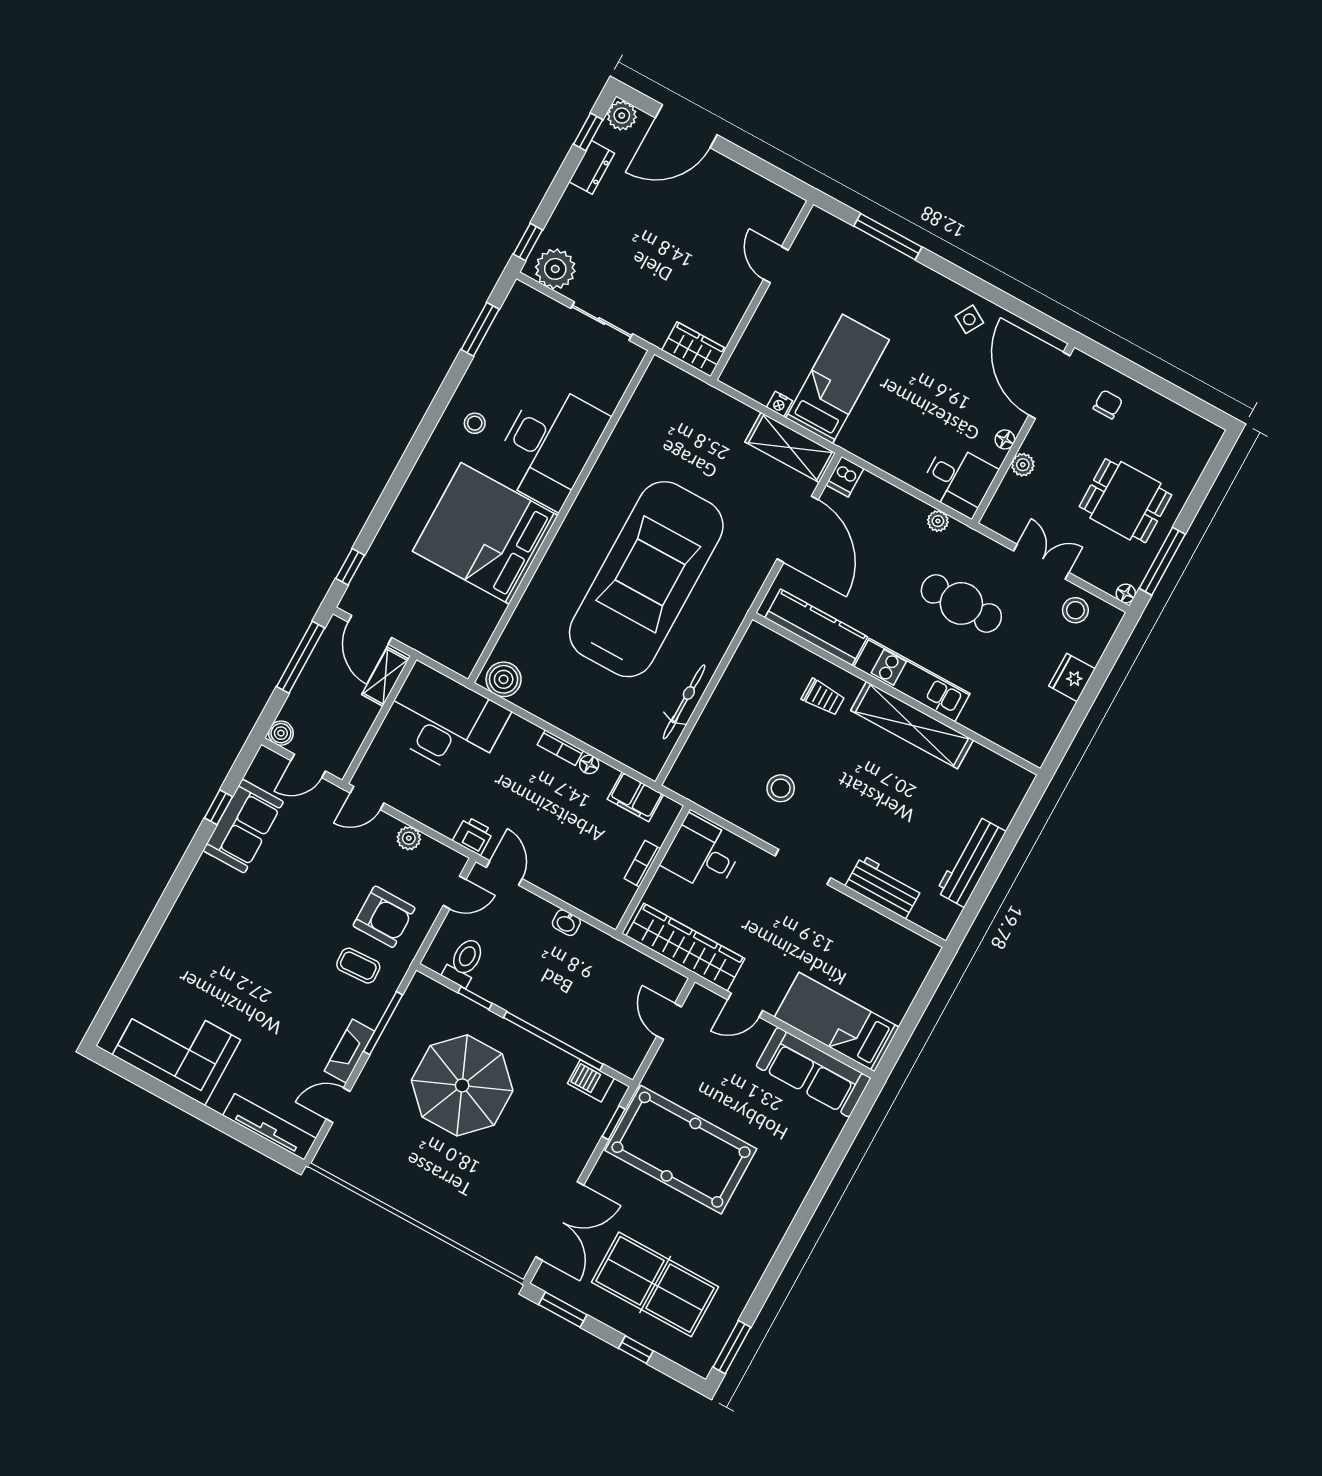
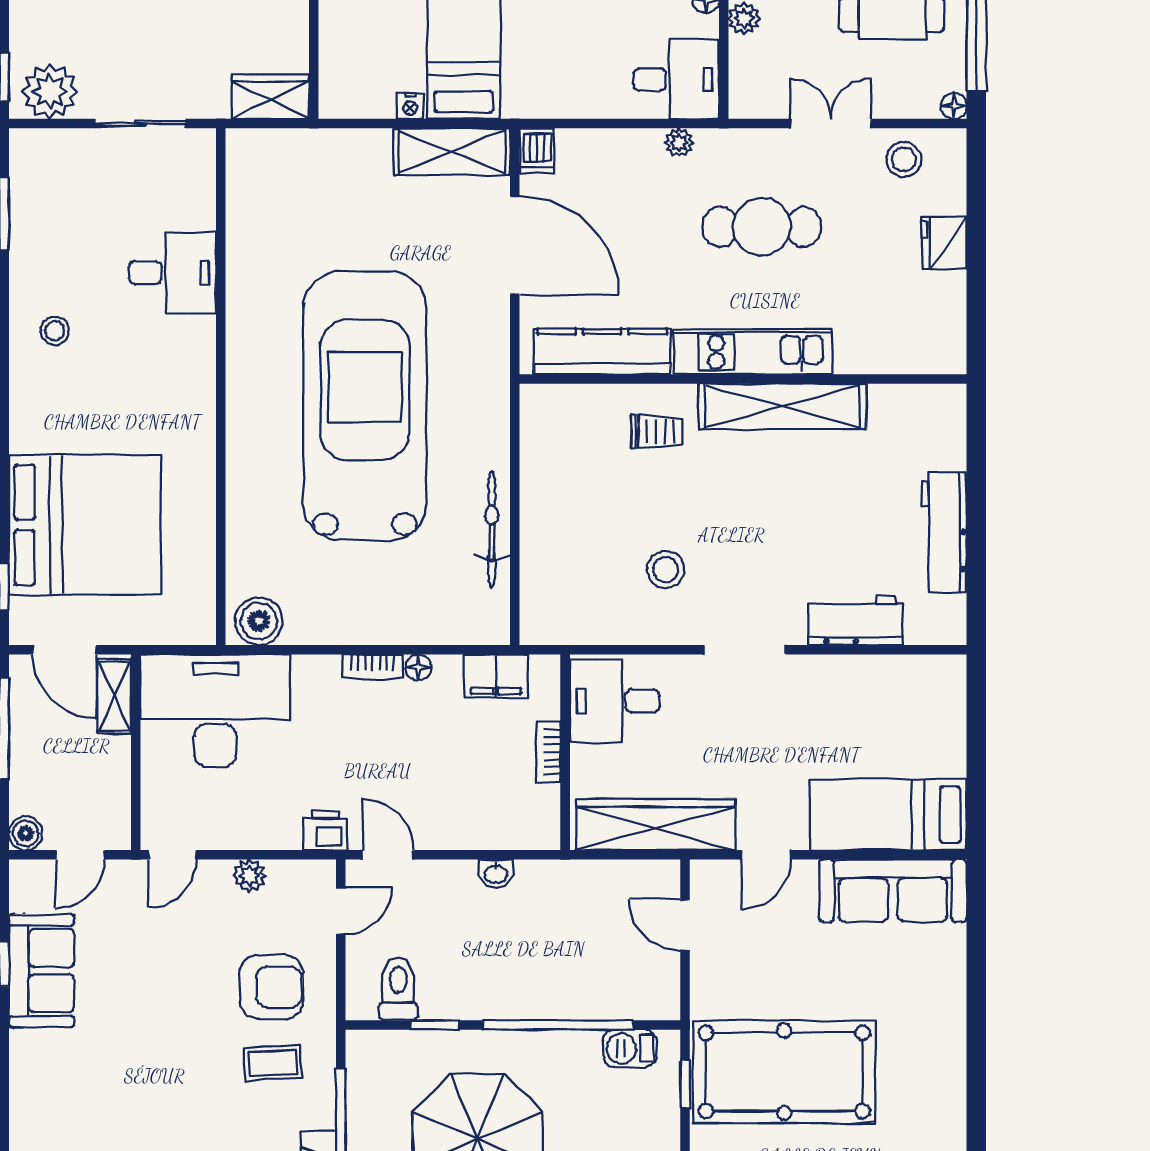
desk: (549, 445) -> (172, 273), width x0.53, depth x0.77
bed: (485, 533) -> (85, 525), moved, turned 180

